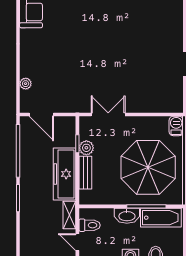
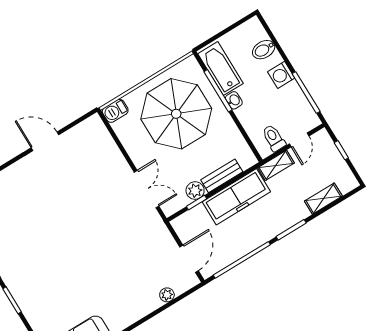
double door: (108, 114) -> (147, 189), swing flipped
washbasin: (127, 216) -> (234, 100), width x0.52, depth x0.69
shelving: (26, 234) -> (323, 199), added

